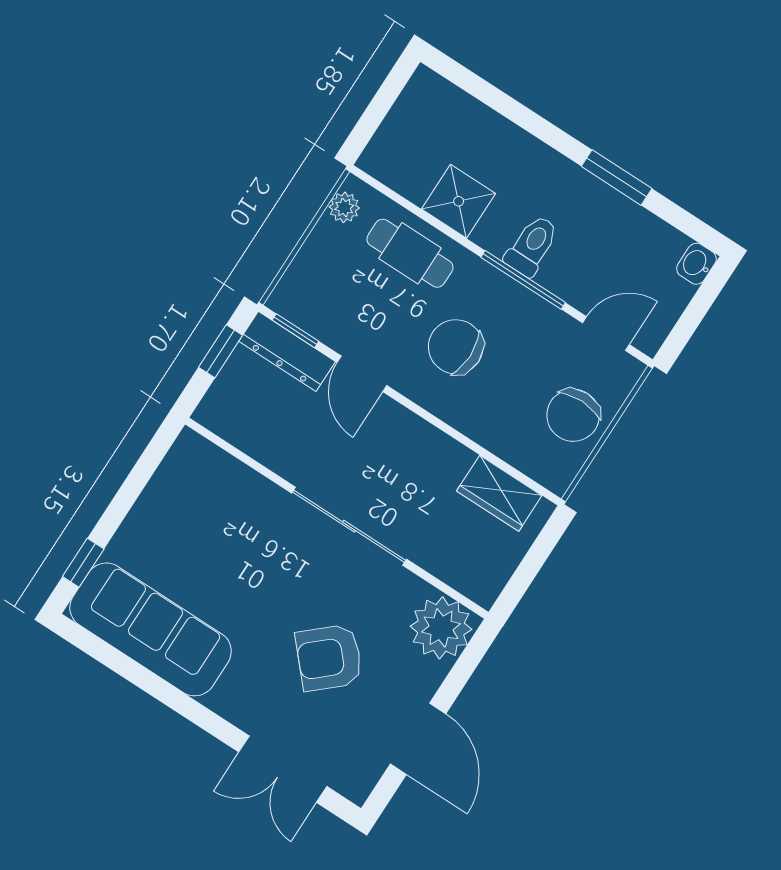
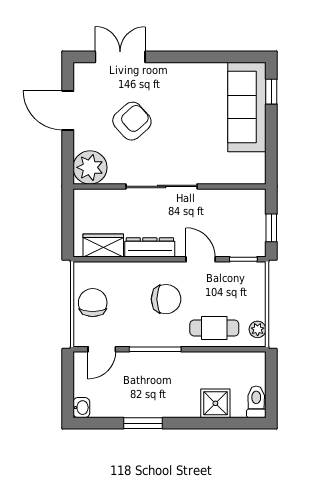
shower: (459, 201) -> (215, 403), moved
toilet: (532, 246) -> (256, 402), moved, turned 180
dresser: (287, 351) -> (150, 247), moved
sofa: (151, 629) -> (247, 107), moved, turned 90

